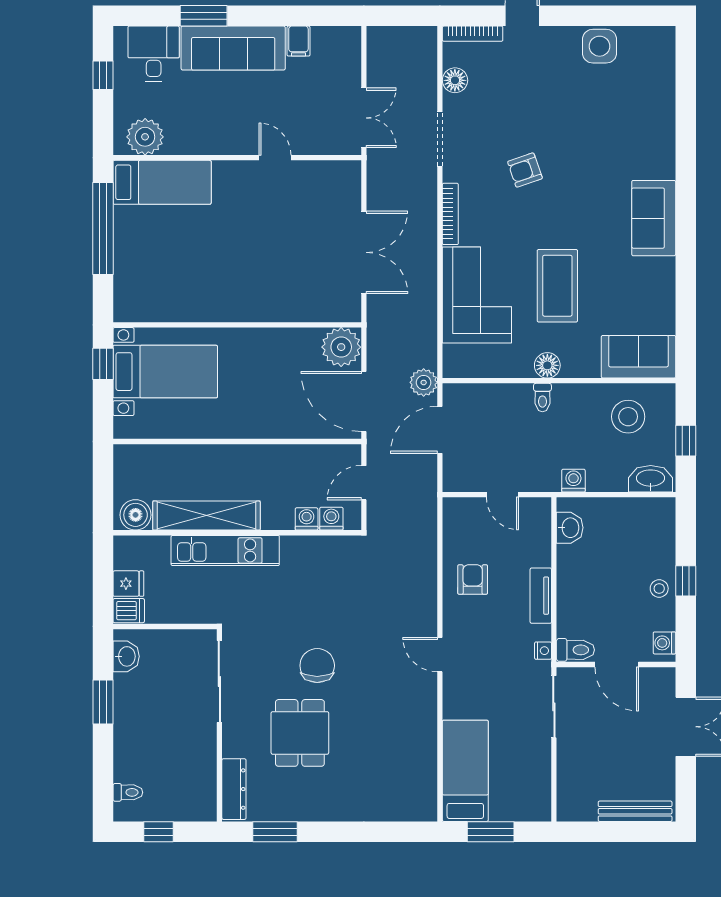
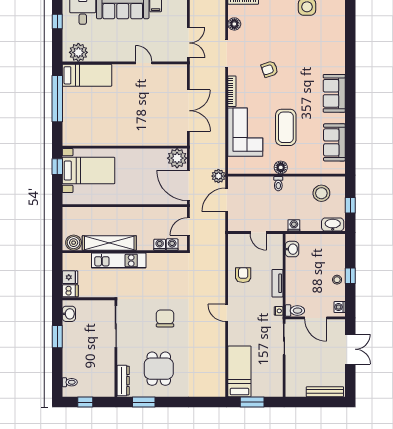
sofa: (638, 357) -> (334, 142), moved, turned -90
dining table: (300, 733) -> (159, 369), moved

